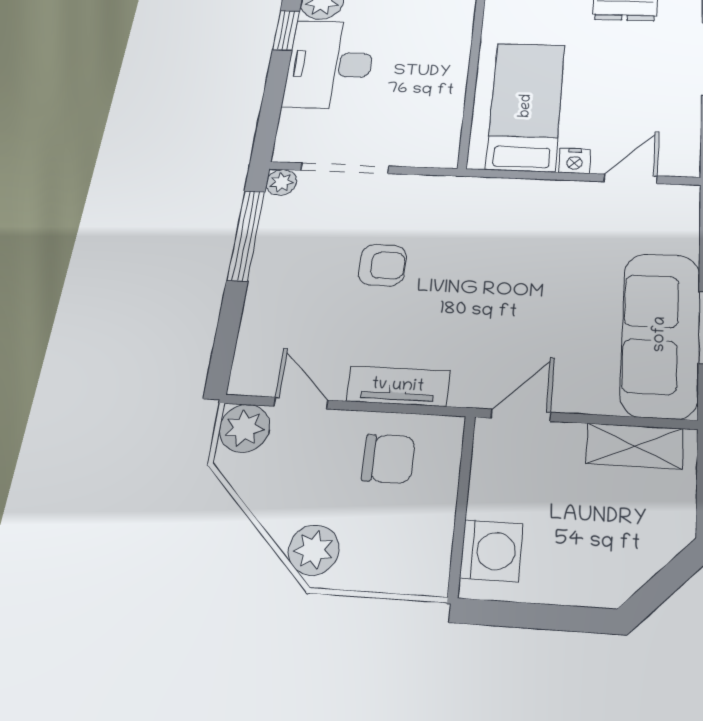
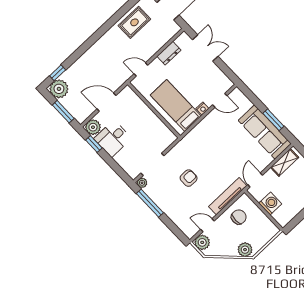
desk: (330, 64) -> (113, 138), width x0.73
door: (631, 179) -> (220, 100), swing flipped
tv unit: (398, 386) -> (228, 196), width x1.41
washing machine: (491, 551) -> (270, 204), moved

